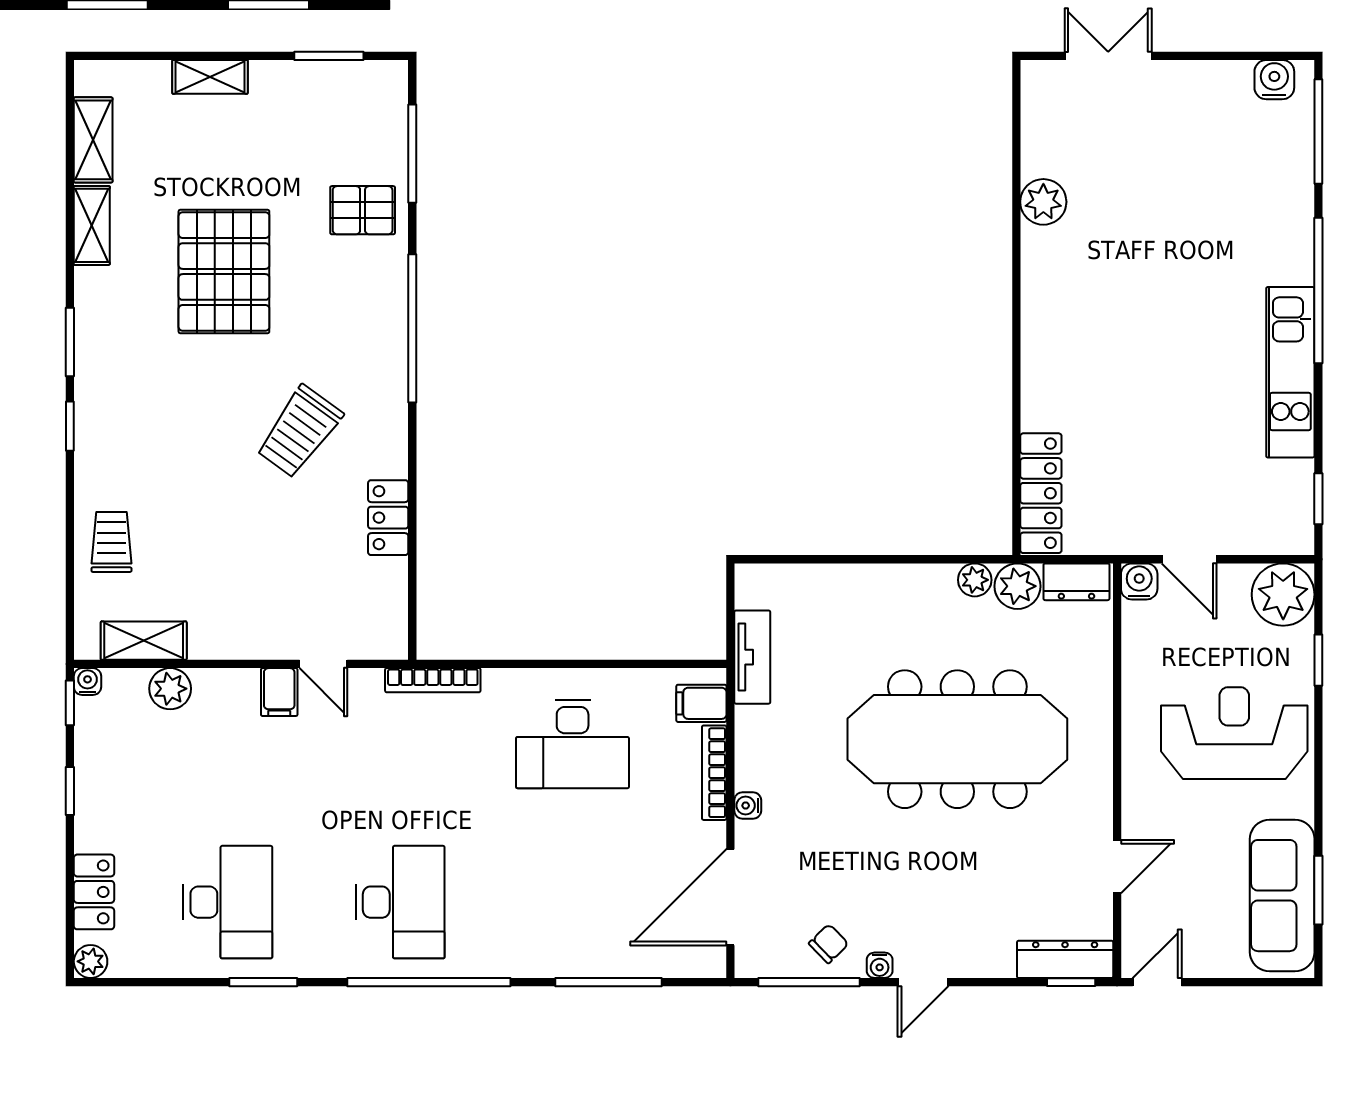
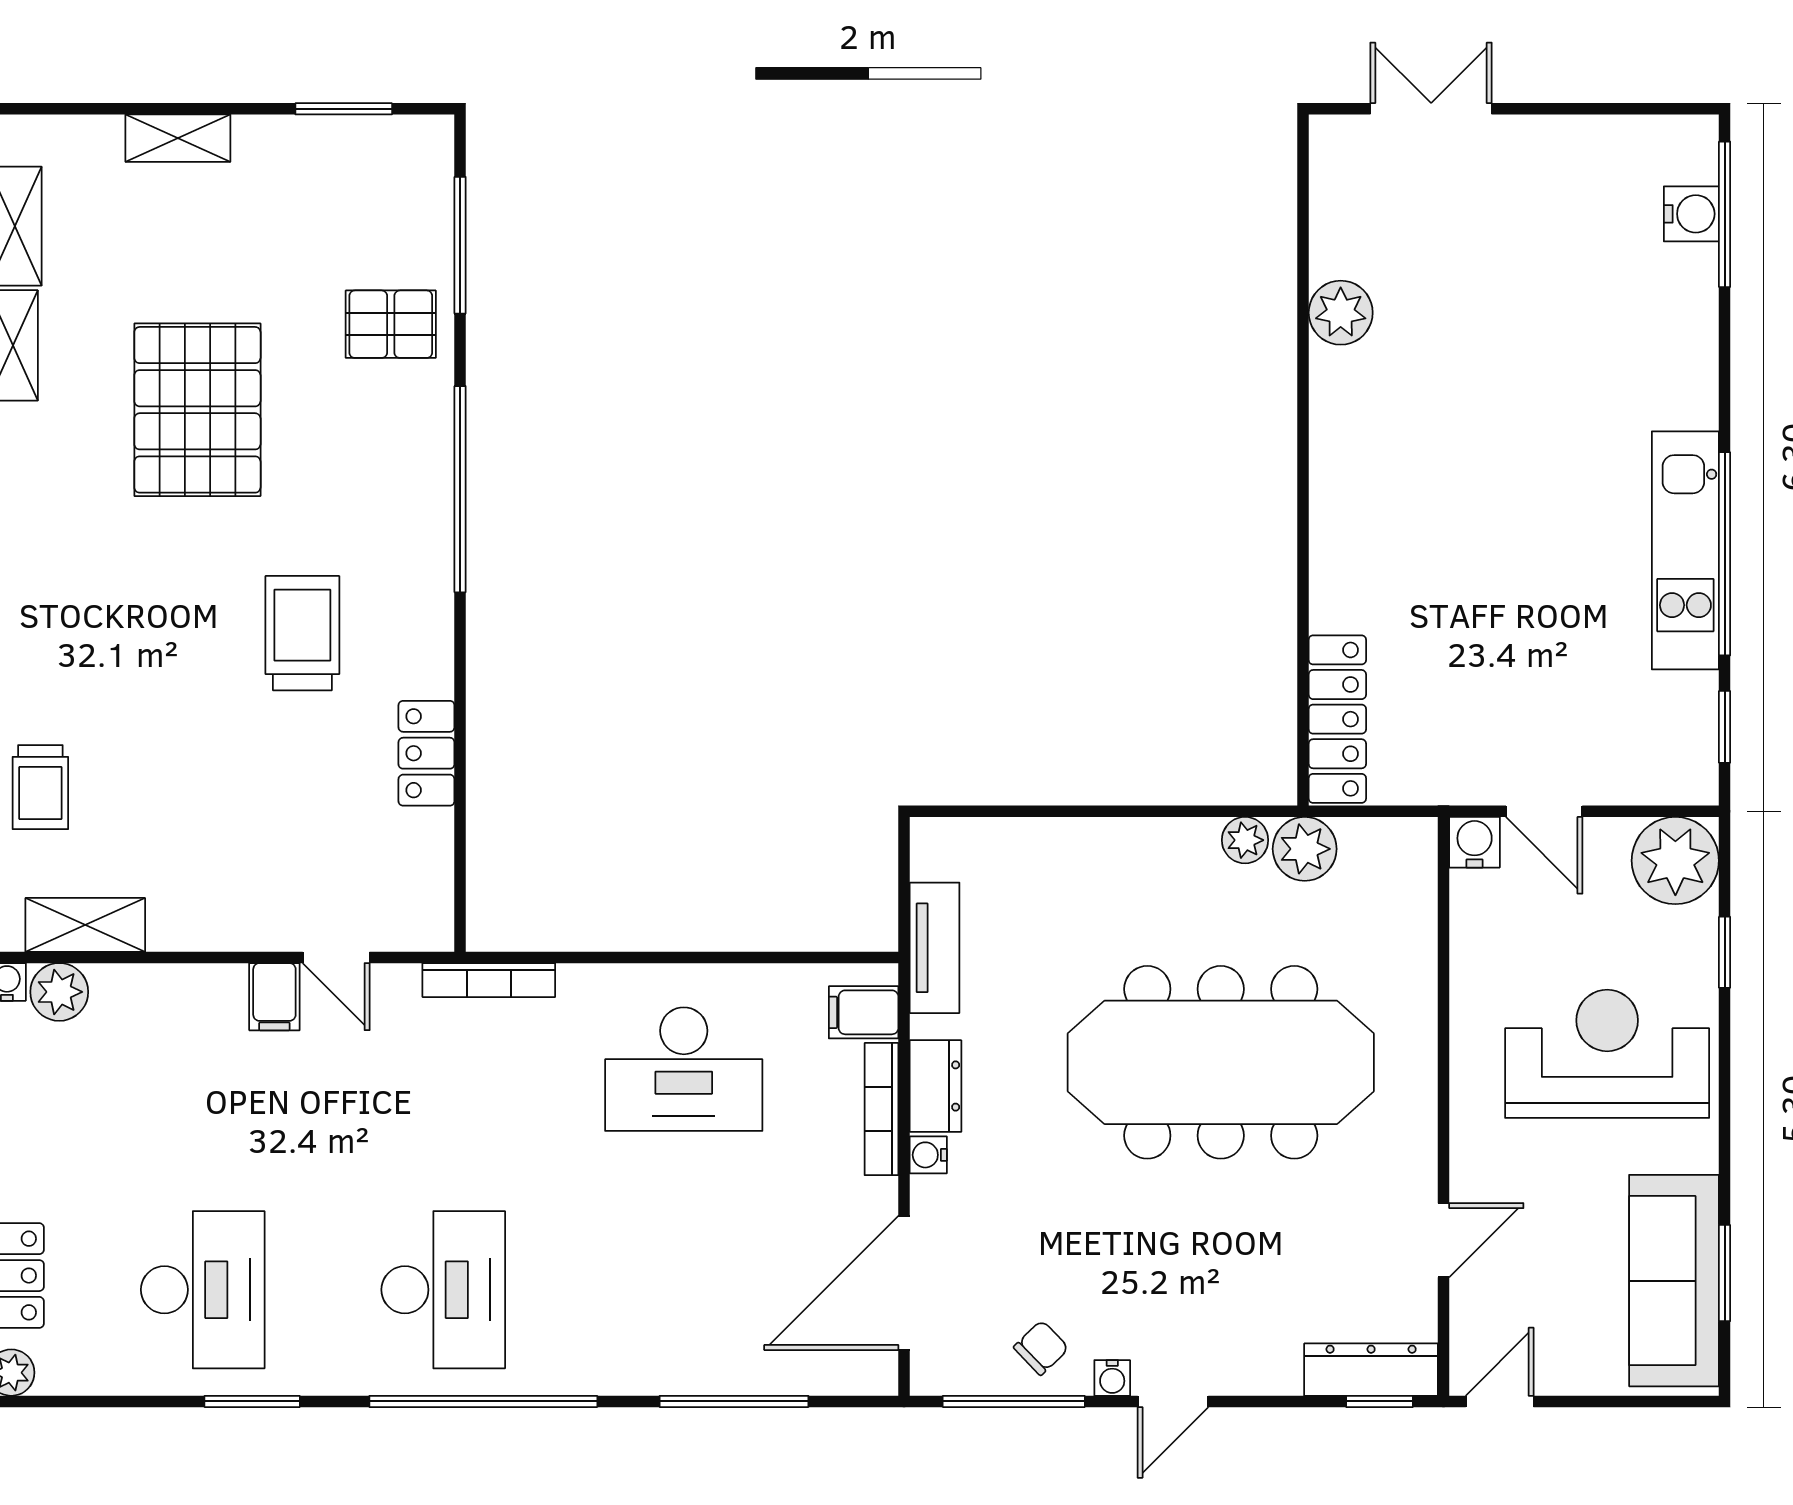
water cooler: (1274, 80) -> (1691, 214), moved, turned 90
window: (1318, 290) -> (1725, 554), moved
trolley: (299, 432) -> (302, 633), turned 144
trolley: (111, 542) -> (40, 787), turned 180
dresser: (1076, 582) -> (935, 1086), moved, turned -90
plant: (170, 689) -> (59, 992), moved

